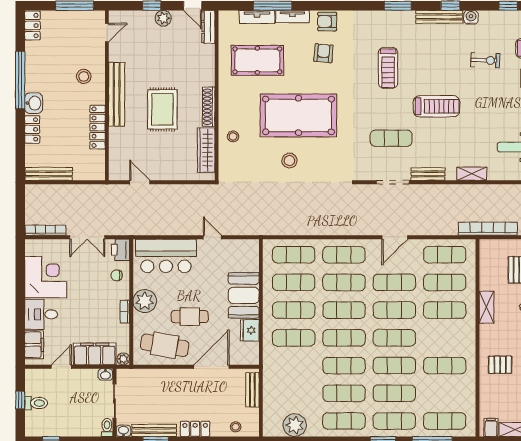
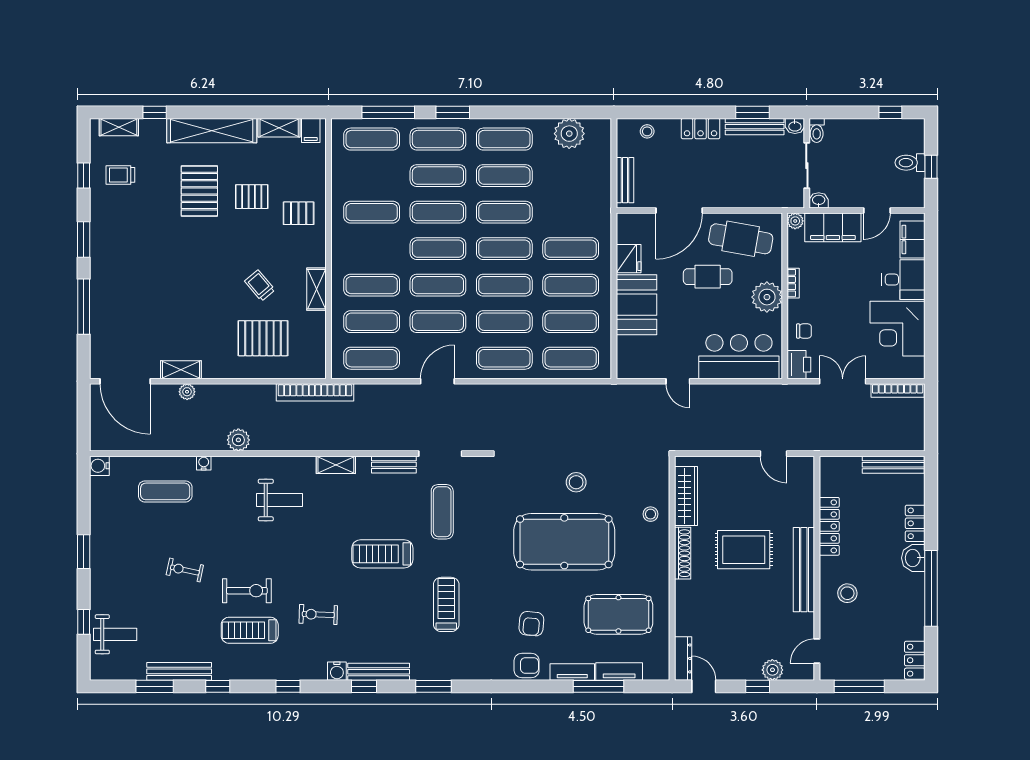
plant: (163, 18) -> (772, 670), moved
rug: (162, 109) -> (744, 550), turned 90
exercise mat: (391, 138) -> (442, 512), turned 90

